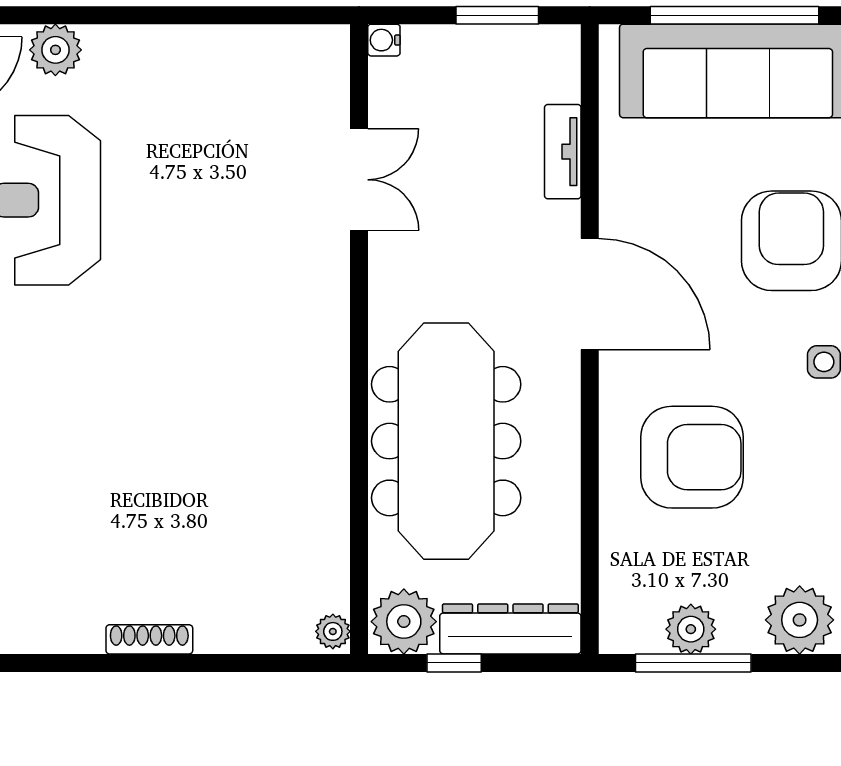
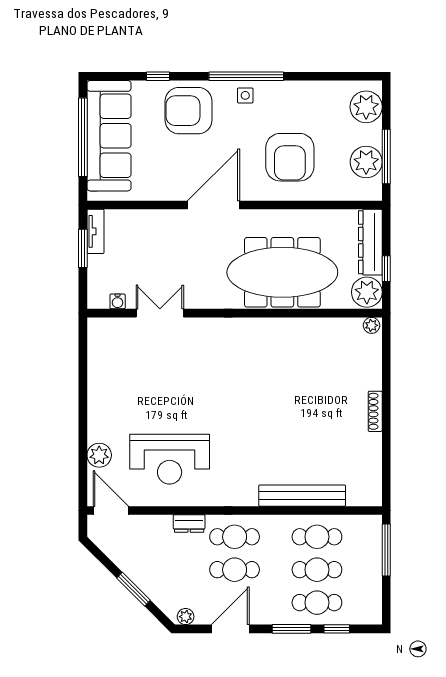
water cooler: (384, 40) -> (118, 301), moved
tv unit: (563, 152) -> (96, 231), moved, turned -90
armchair: (692, 457) -> (290, 157), turned 180
plant: (691, 629) -> (366, 162), width x1.36, depth x1.36

